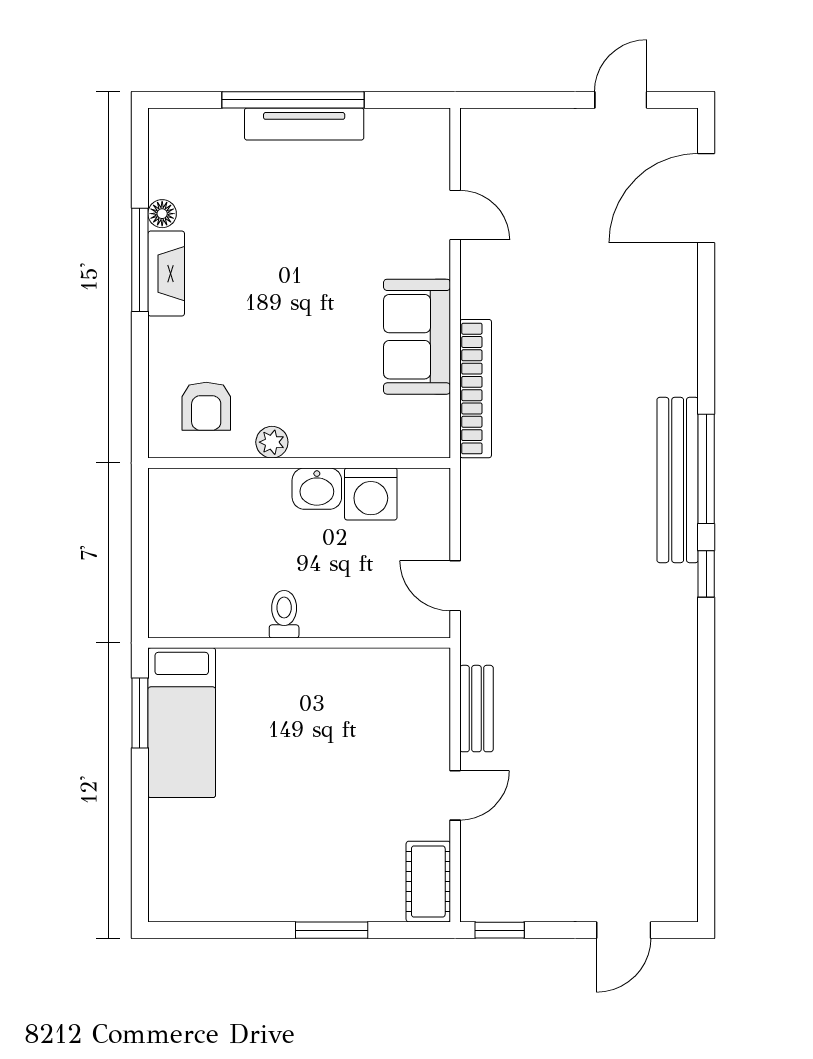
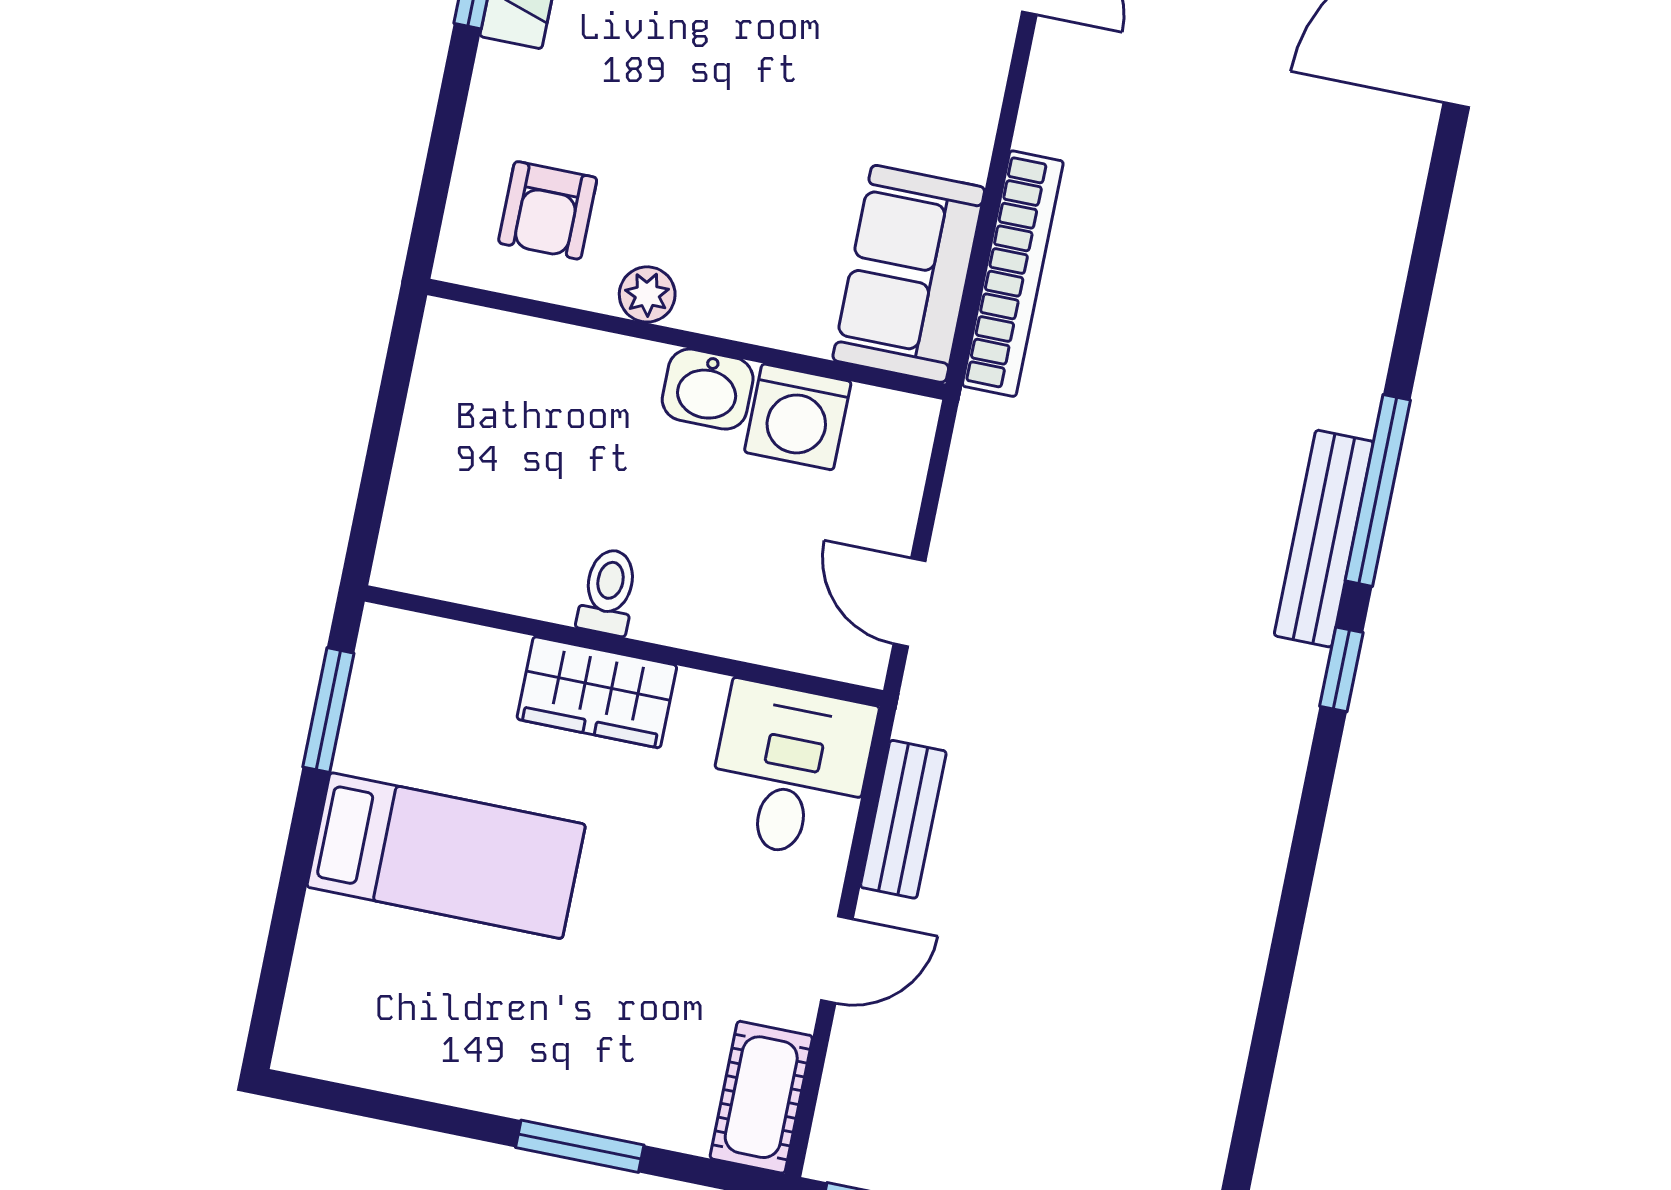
sofa: (417, 337) -> (909, 274), moved
bench: (678, 480) -> (1324, 539), width x0.73, depth x0.82
wardrobe: (289, 672) -> (597, 692), added
desk: (407, 694) -> (790, 771), added
bed: (182, 723) -> (446, 856), moved, turned -90

